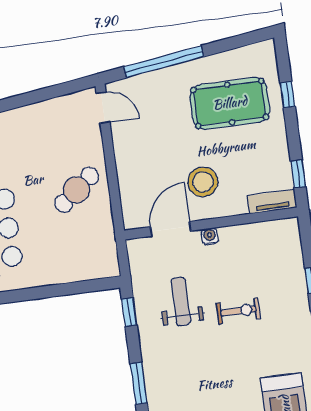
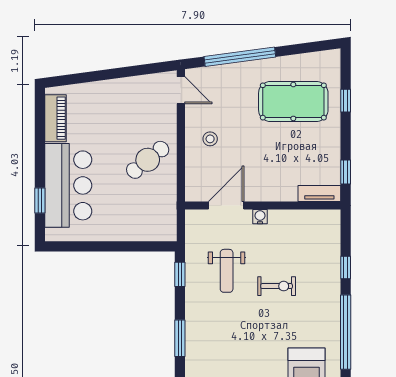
stool: (203, 182) -> (210, 139), moved, width x0.53, depth x0.53
weight bench: (181, 301) -> (227, 271), turned 180

